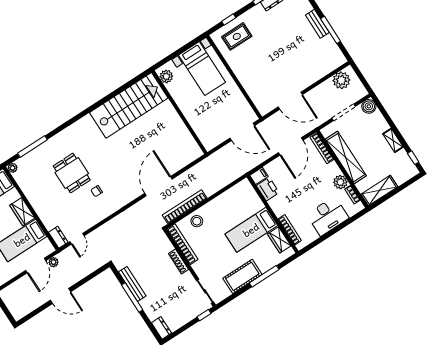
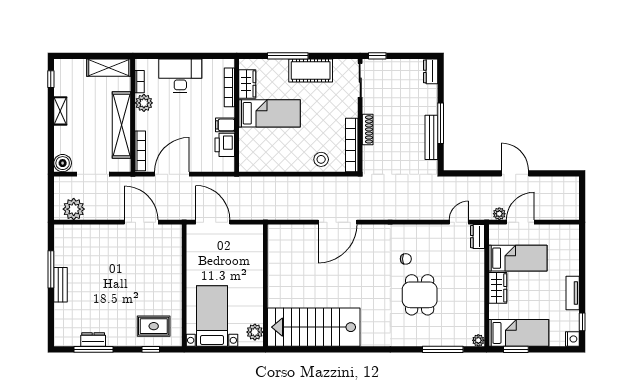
filing cabinet: (259, 176) -> (225, 125), moved
bookcase: (185, 207) -> (324, 183), removed

